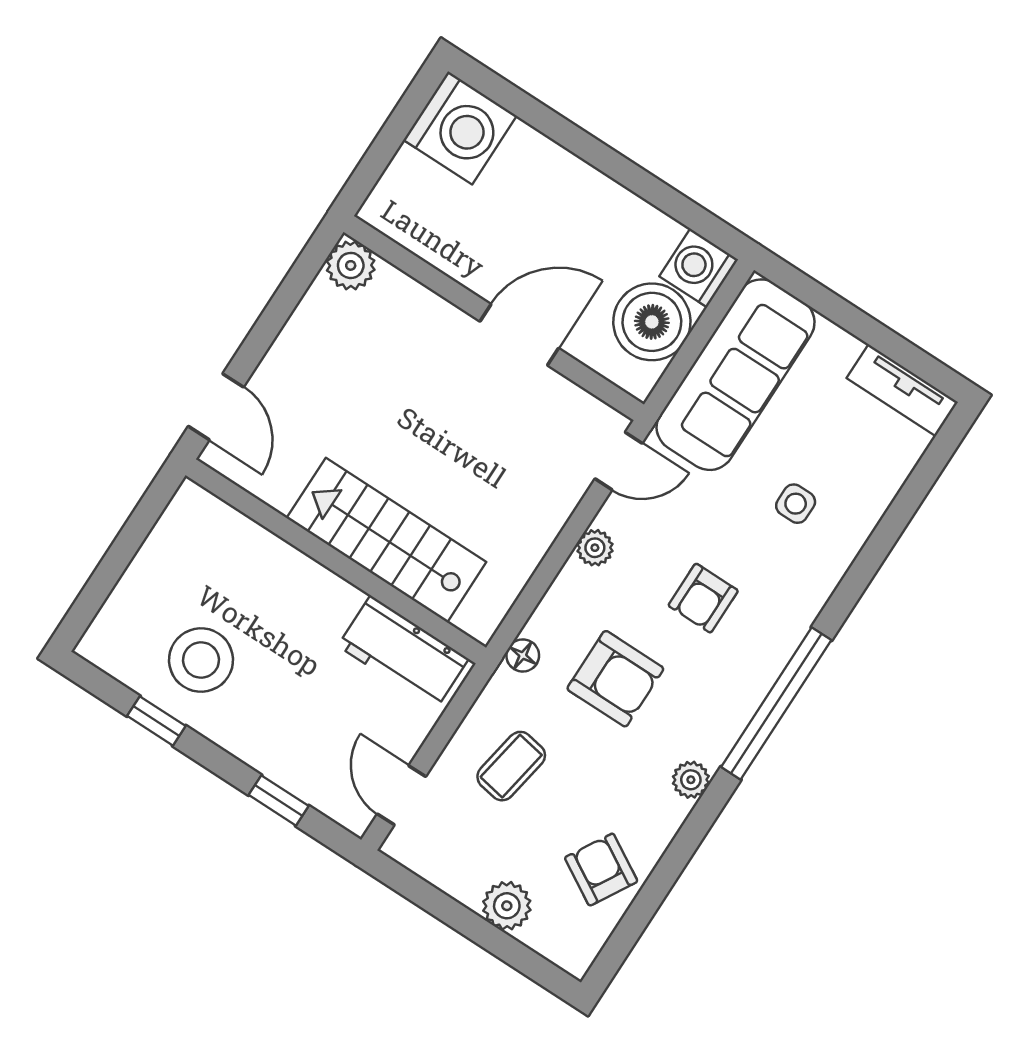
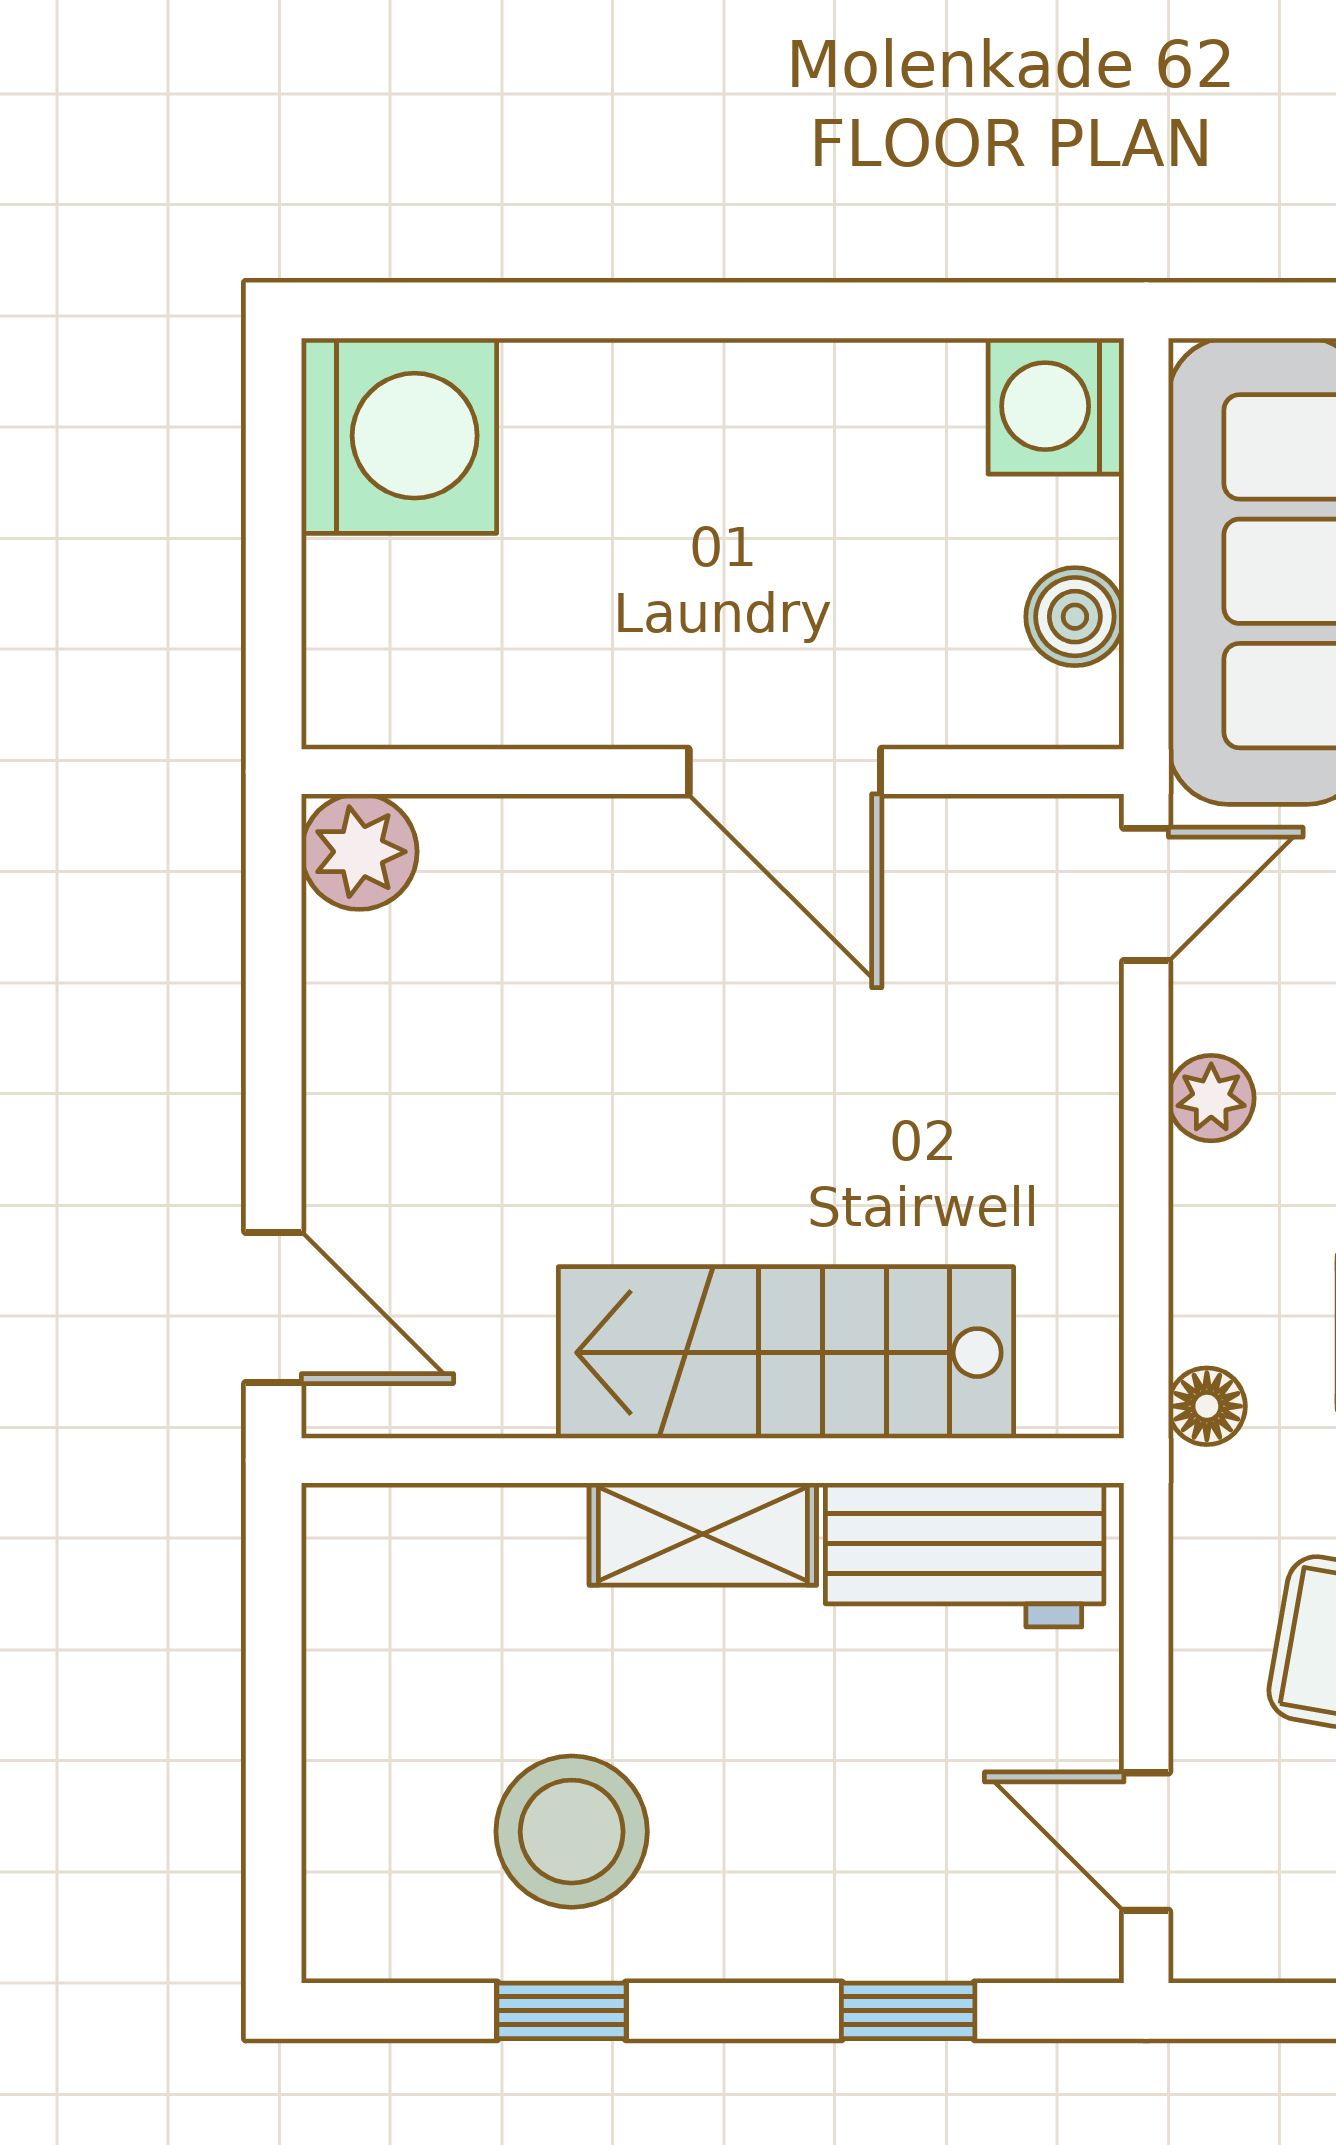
boiler: (652, 322) -> (1075, 617), width x0.54, depth x0.54
door: (519, 335) -> (785, 772), swing flipped
shelving: (316, 585) -> (703, 1534), added

